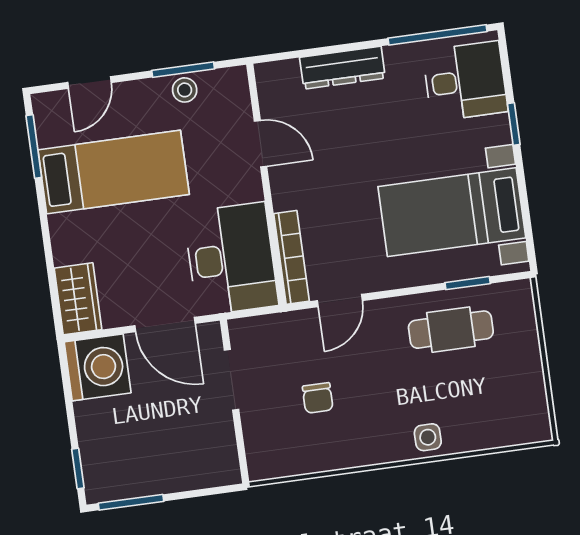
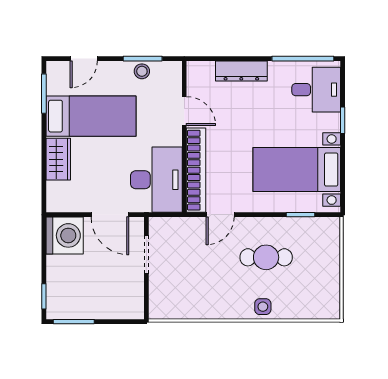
bookcase: (292, 257) -> (196, 170), width x1.48, depth x1.31
wardrobe: (78, 299) -> (58, 159), moved
cafe table: (451, 330) -> (266, 257), moved
chair: (318, 398) -> (198, 273), removed

